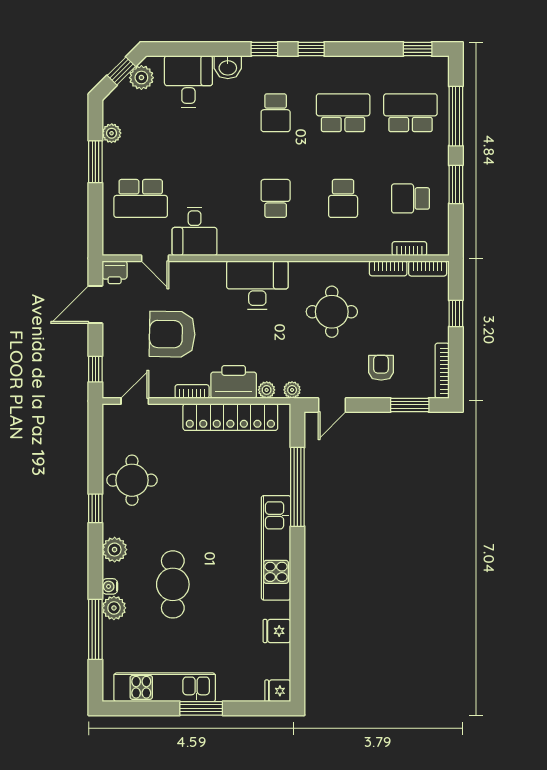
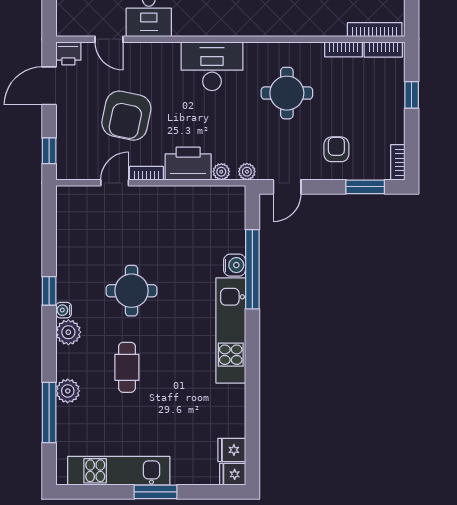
bookcase: (409, 249) -> (375, 30), width x1.56
armchair: (172, 334) -> (126, 116), turned -79
bookcase: (442, 371) -> (398, 162), width x0.64
door: (135, 401) -> (115, 183), moved
locker: (230, 417) -> (185, 199), removed
round table: (132, 480) -> (132, 291), moved
water cooler: (280, 483) -> (235, 265), added
cafe table: (173, 584) -> (127, 367), width x0.73, depth x0.74
water cooler: (110, 586) -> (64, 310), moved
fridge: (277, 631) -> (232, 450), moved

